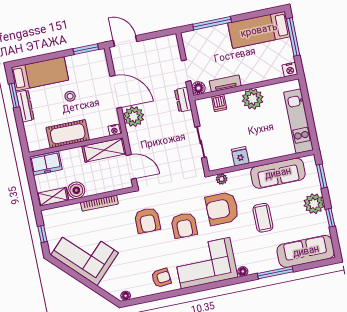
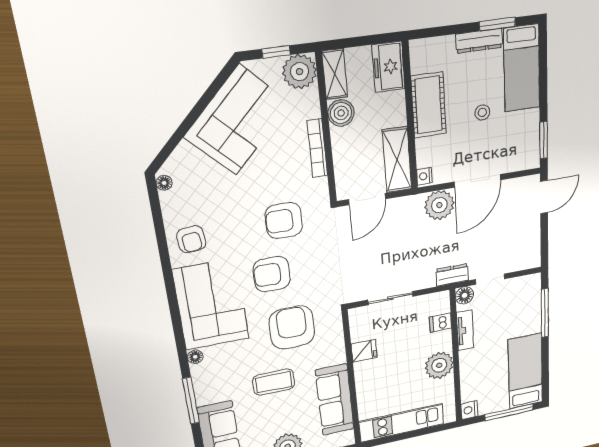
plant: (222, 179) -> (300, 72), moved, width x1.88, depth x1.88

